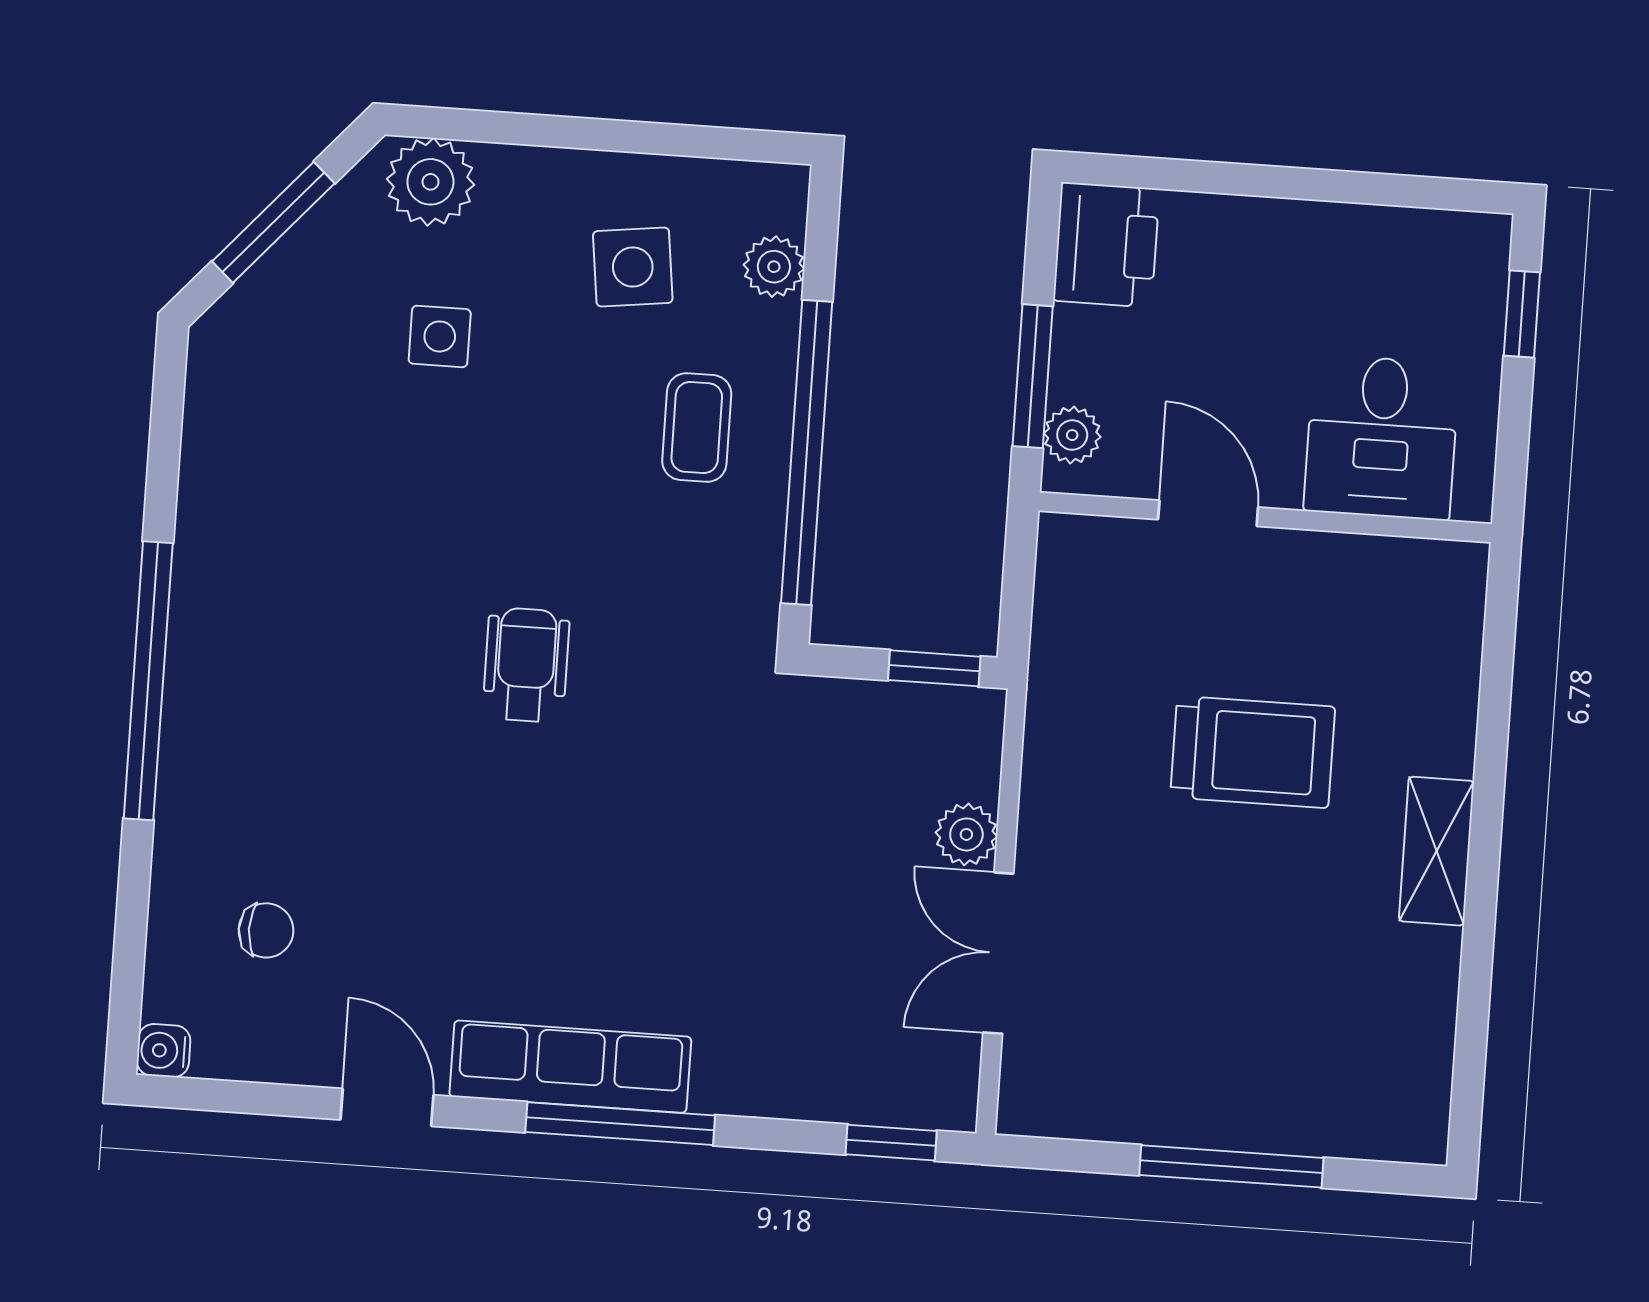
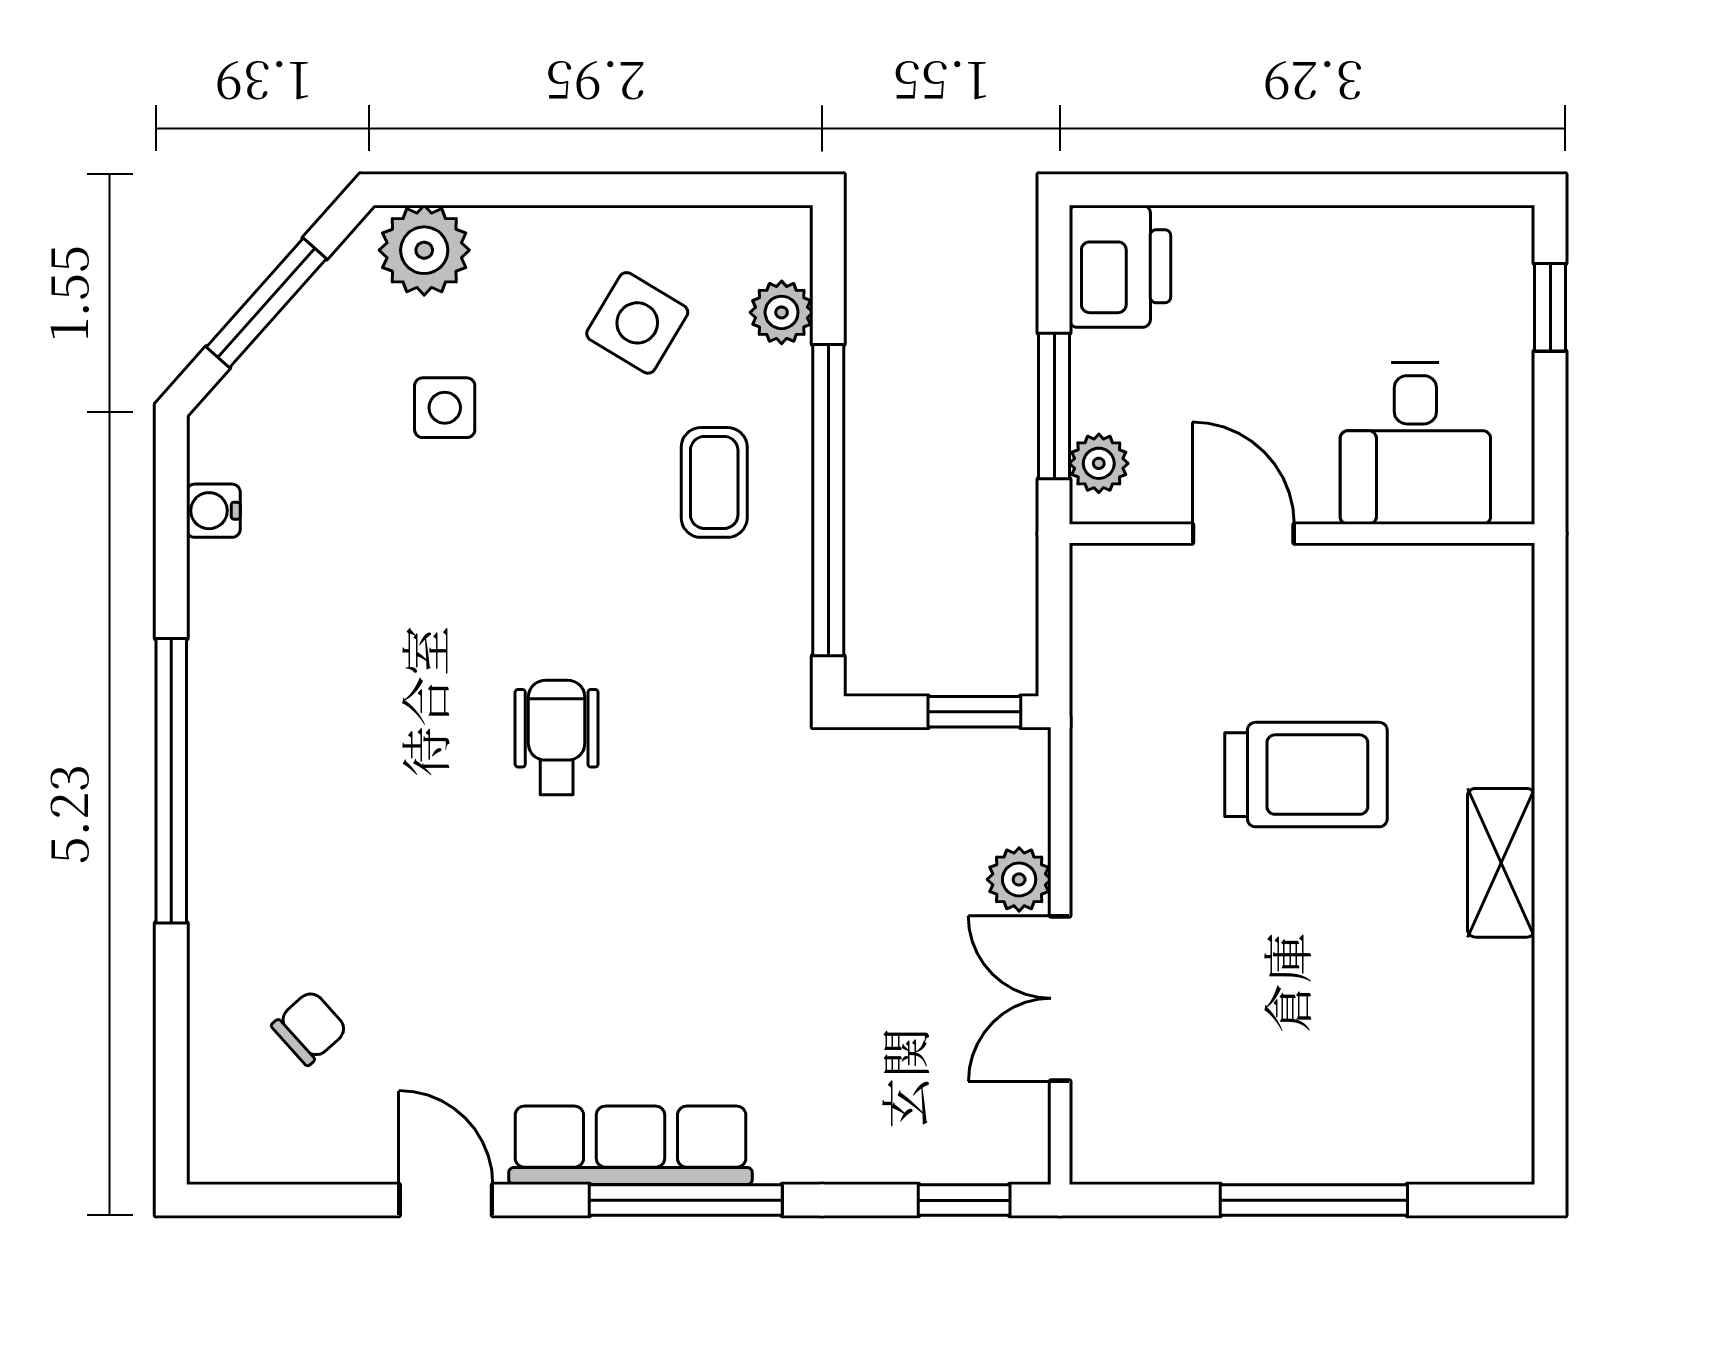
side table: (633, 267) -> (637, 323), turned 38
chair: (266, 930) -> (310, 1028), turned -42
water cooler: (163, 1051) -> (213, 511), moved

